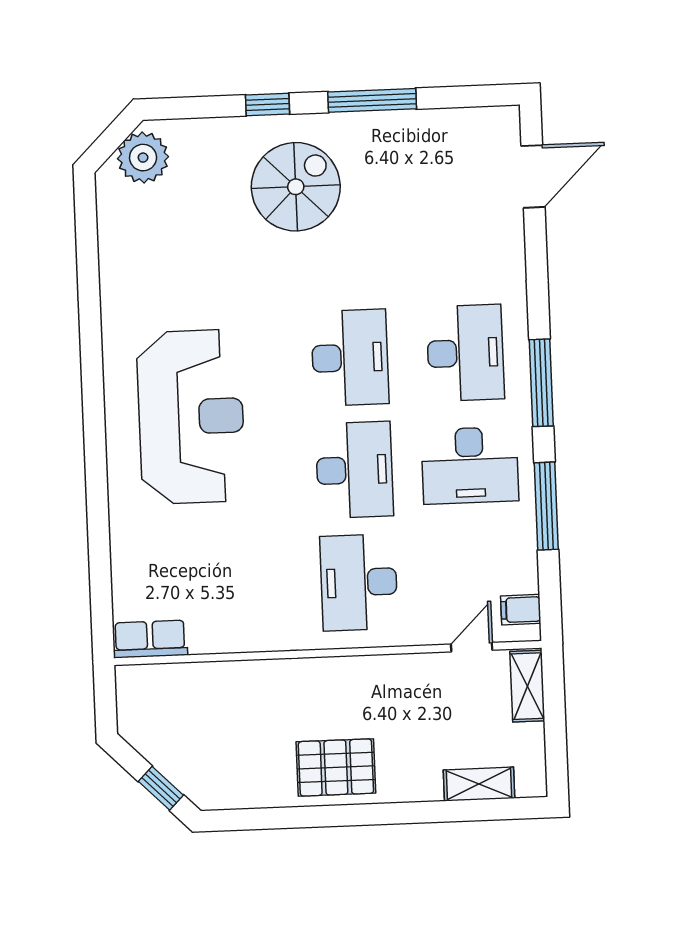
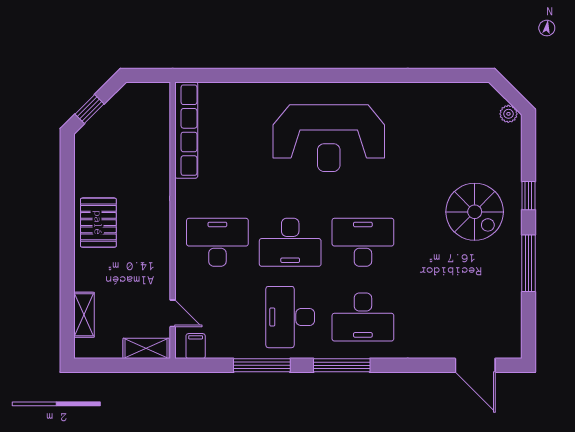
plant: (143, 158) -> (508, 114), width x0.53, depth x0.53
desk: (350, 358) -> (363, 242), turned 180
row of seats: (150, 639) -> (186, 130), width x2.02

